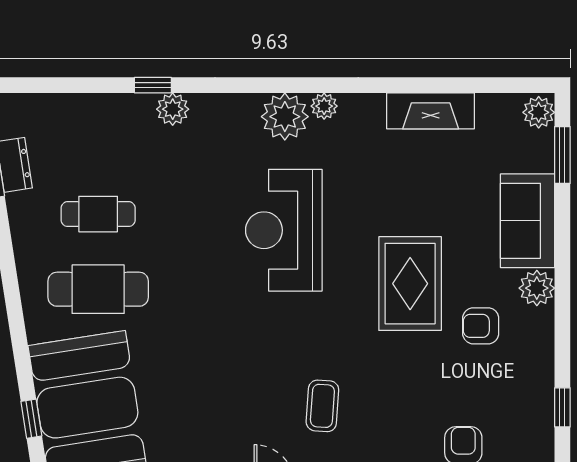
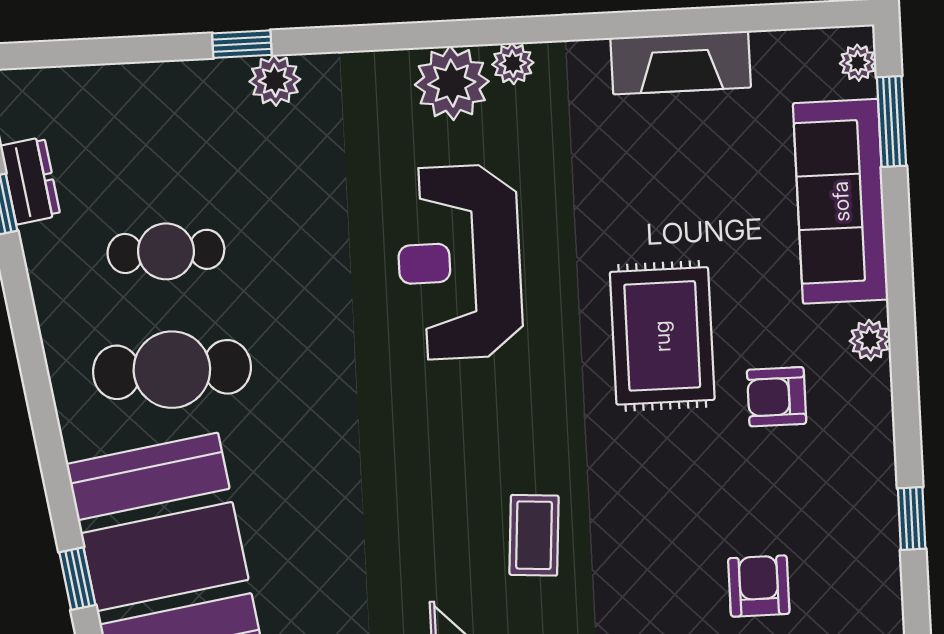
plant: (539, 112) -> (858, 63), width x0.73, depth x0.73
sofa: (527, 221) -> (841, 201), width x1.36
plant: (537, 288) -> (870, 340), width x0.73, depth x0.73

